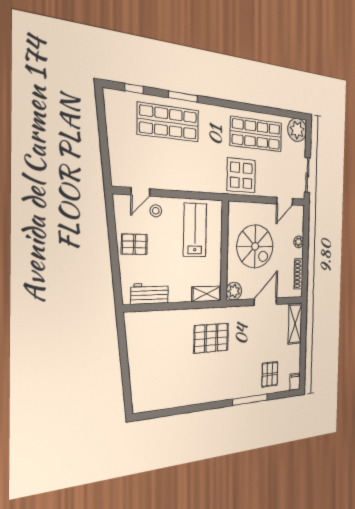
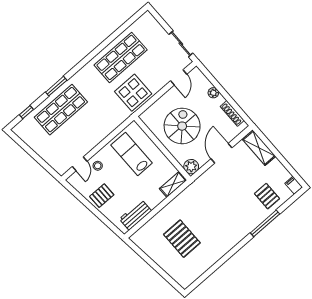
plant: (297, 130) -> (147, 24), removed
spiral stairs: (255, 246) -> (182, 126), turned -90
pallet: (211, 338) -> (182, 239), moved, turned 90

